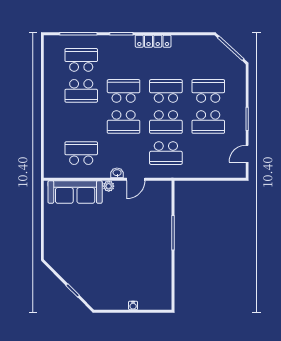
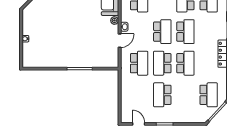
school desk: (208, 91) -> (209, 95), moved
school desk: (124, 122) -> (162, 32), turned 180
school desk: (166, 153) -> (139, 63), turned 180
door: (136, 179) -> (120, 41), swing flipped

